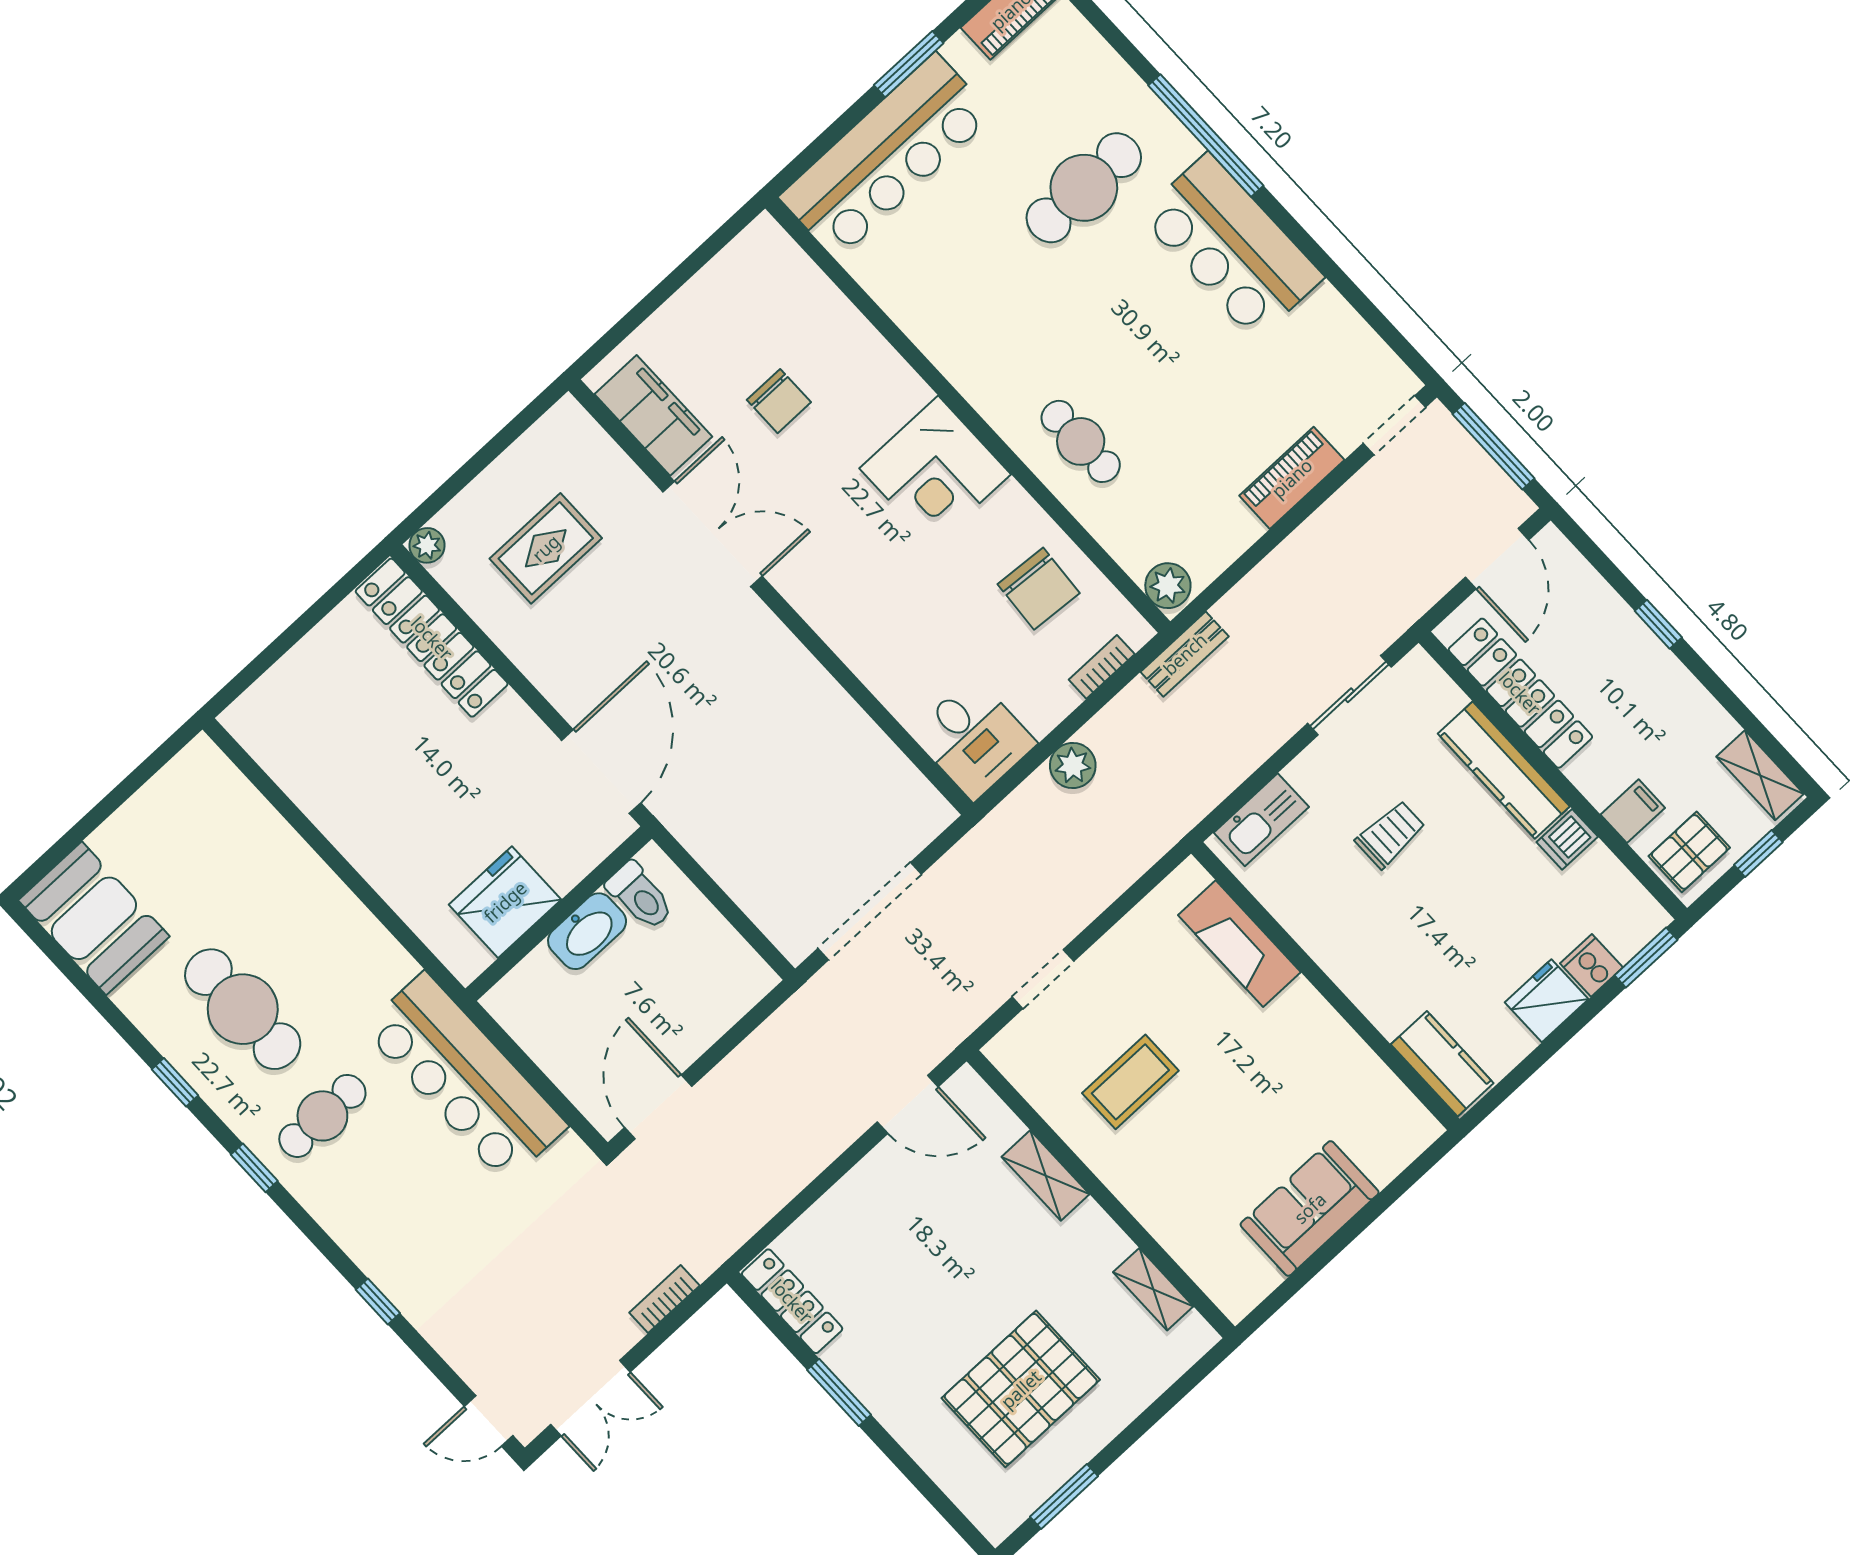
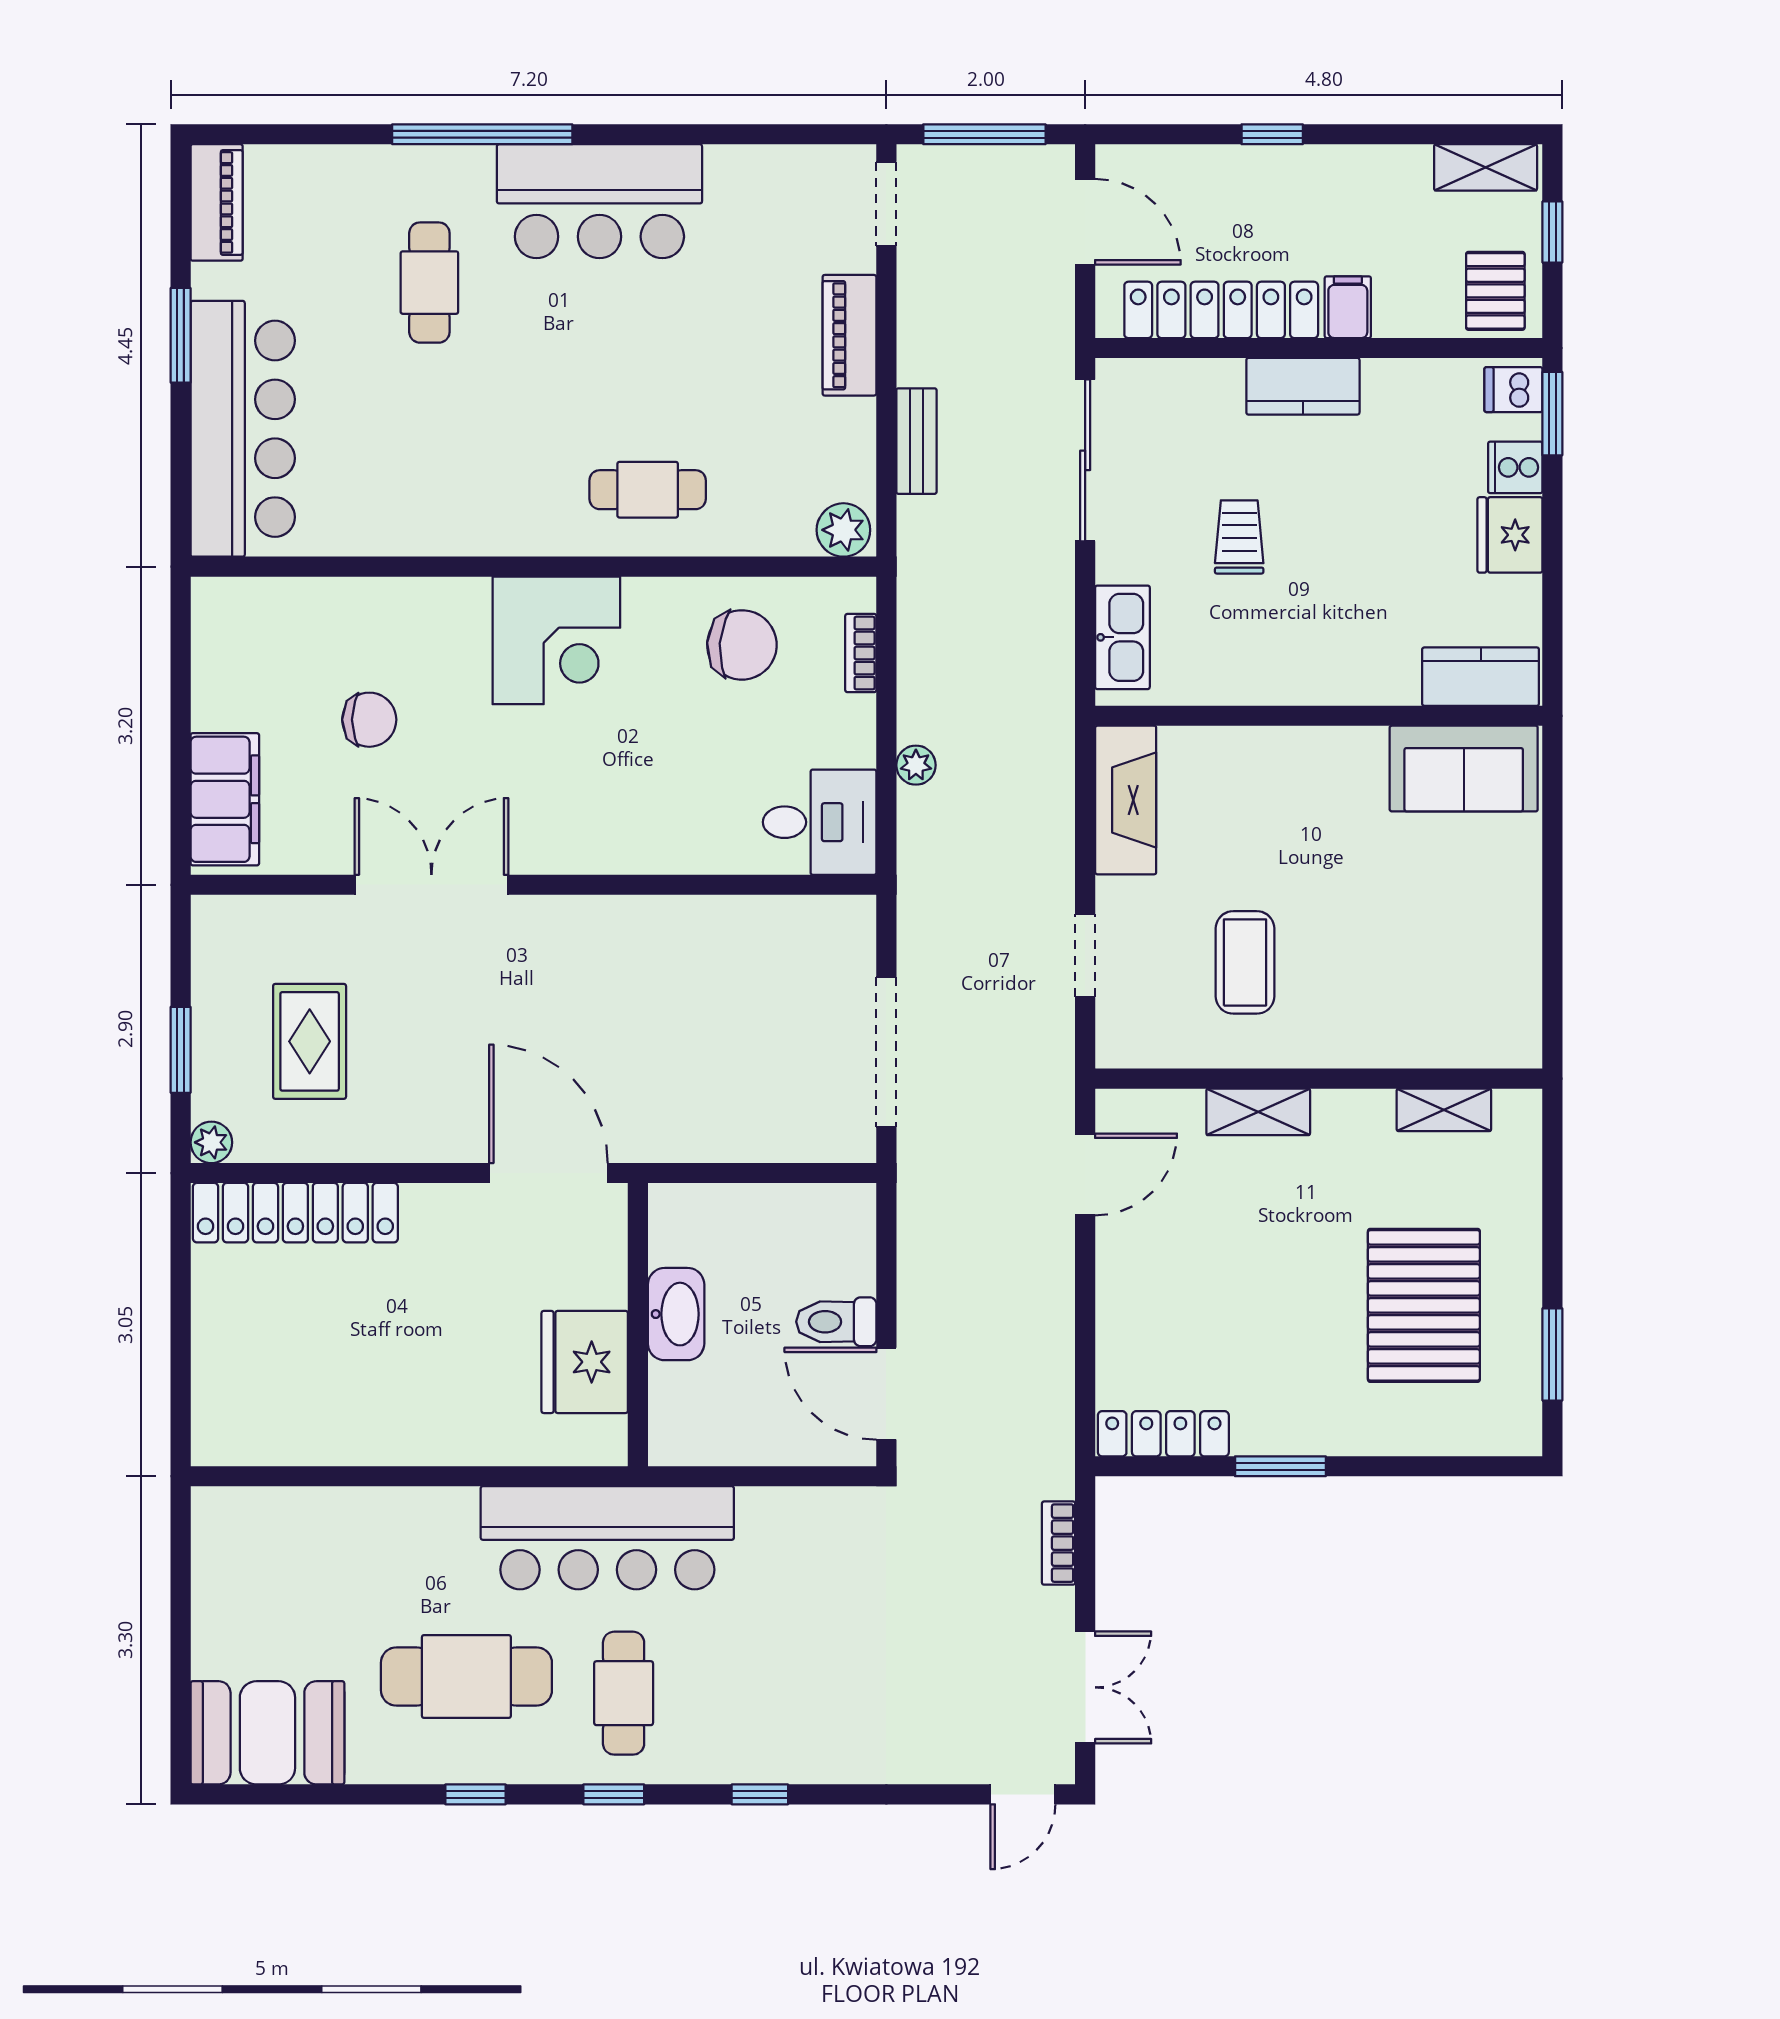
cafe table: (1084, 188) -> (429, 283), width x0.73, depth x0.74
filing cabinet: (653, 415) -> (225, 799), moved, turned 90
window: (467, 473) -> (181, 1050), added
bench: (1185, 654) -> (916, 441), moved
sliding door: (1349, 695) -> (1085, 460), width x1.37
plant: (1073, 766) -> (916, 765), width x0.73, depth x0.73
kitchen counter: (1504, 770) -> (1303, 386), width x0.67
filing cabinet: (1633, 811) -> (1348, 307), moved
dishwasher: (1567, 839) -> (1513, 390), moved, turned 90
toilet: (640, 896) -> (836, 1322), moved, turned 180
fireplace: (1239, 944) -> (1126, 800), moved, turned -90
bar counter: (465, 1077) -> (607, 1538), moved
sofa: (1310, 1208) -> (1464, 769), moved, turned -90
window: (378, 1301) -> (760, 1794), moved

